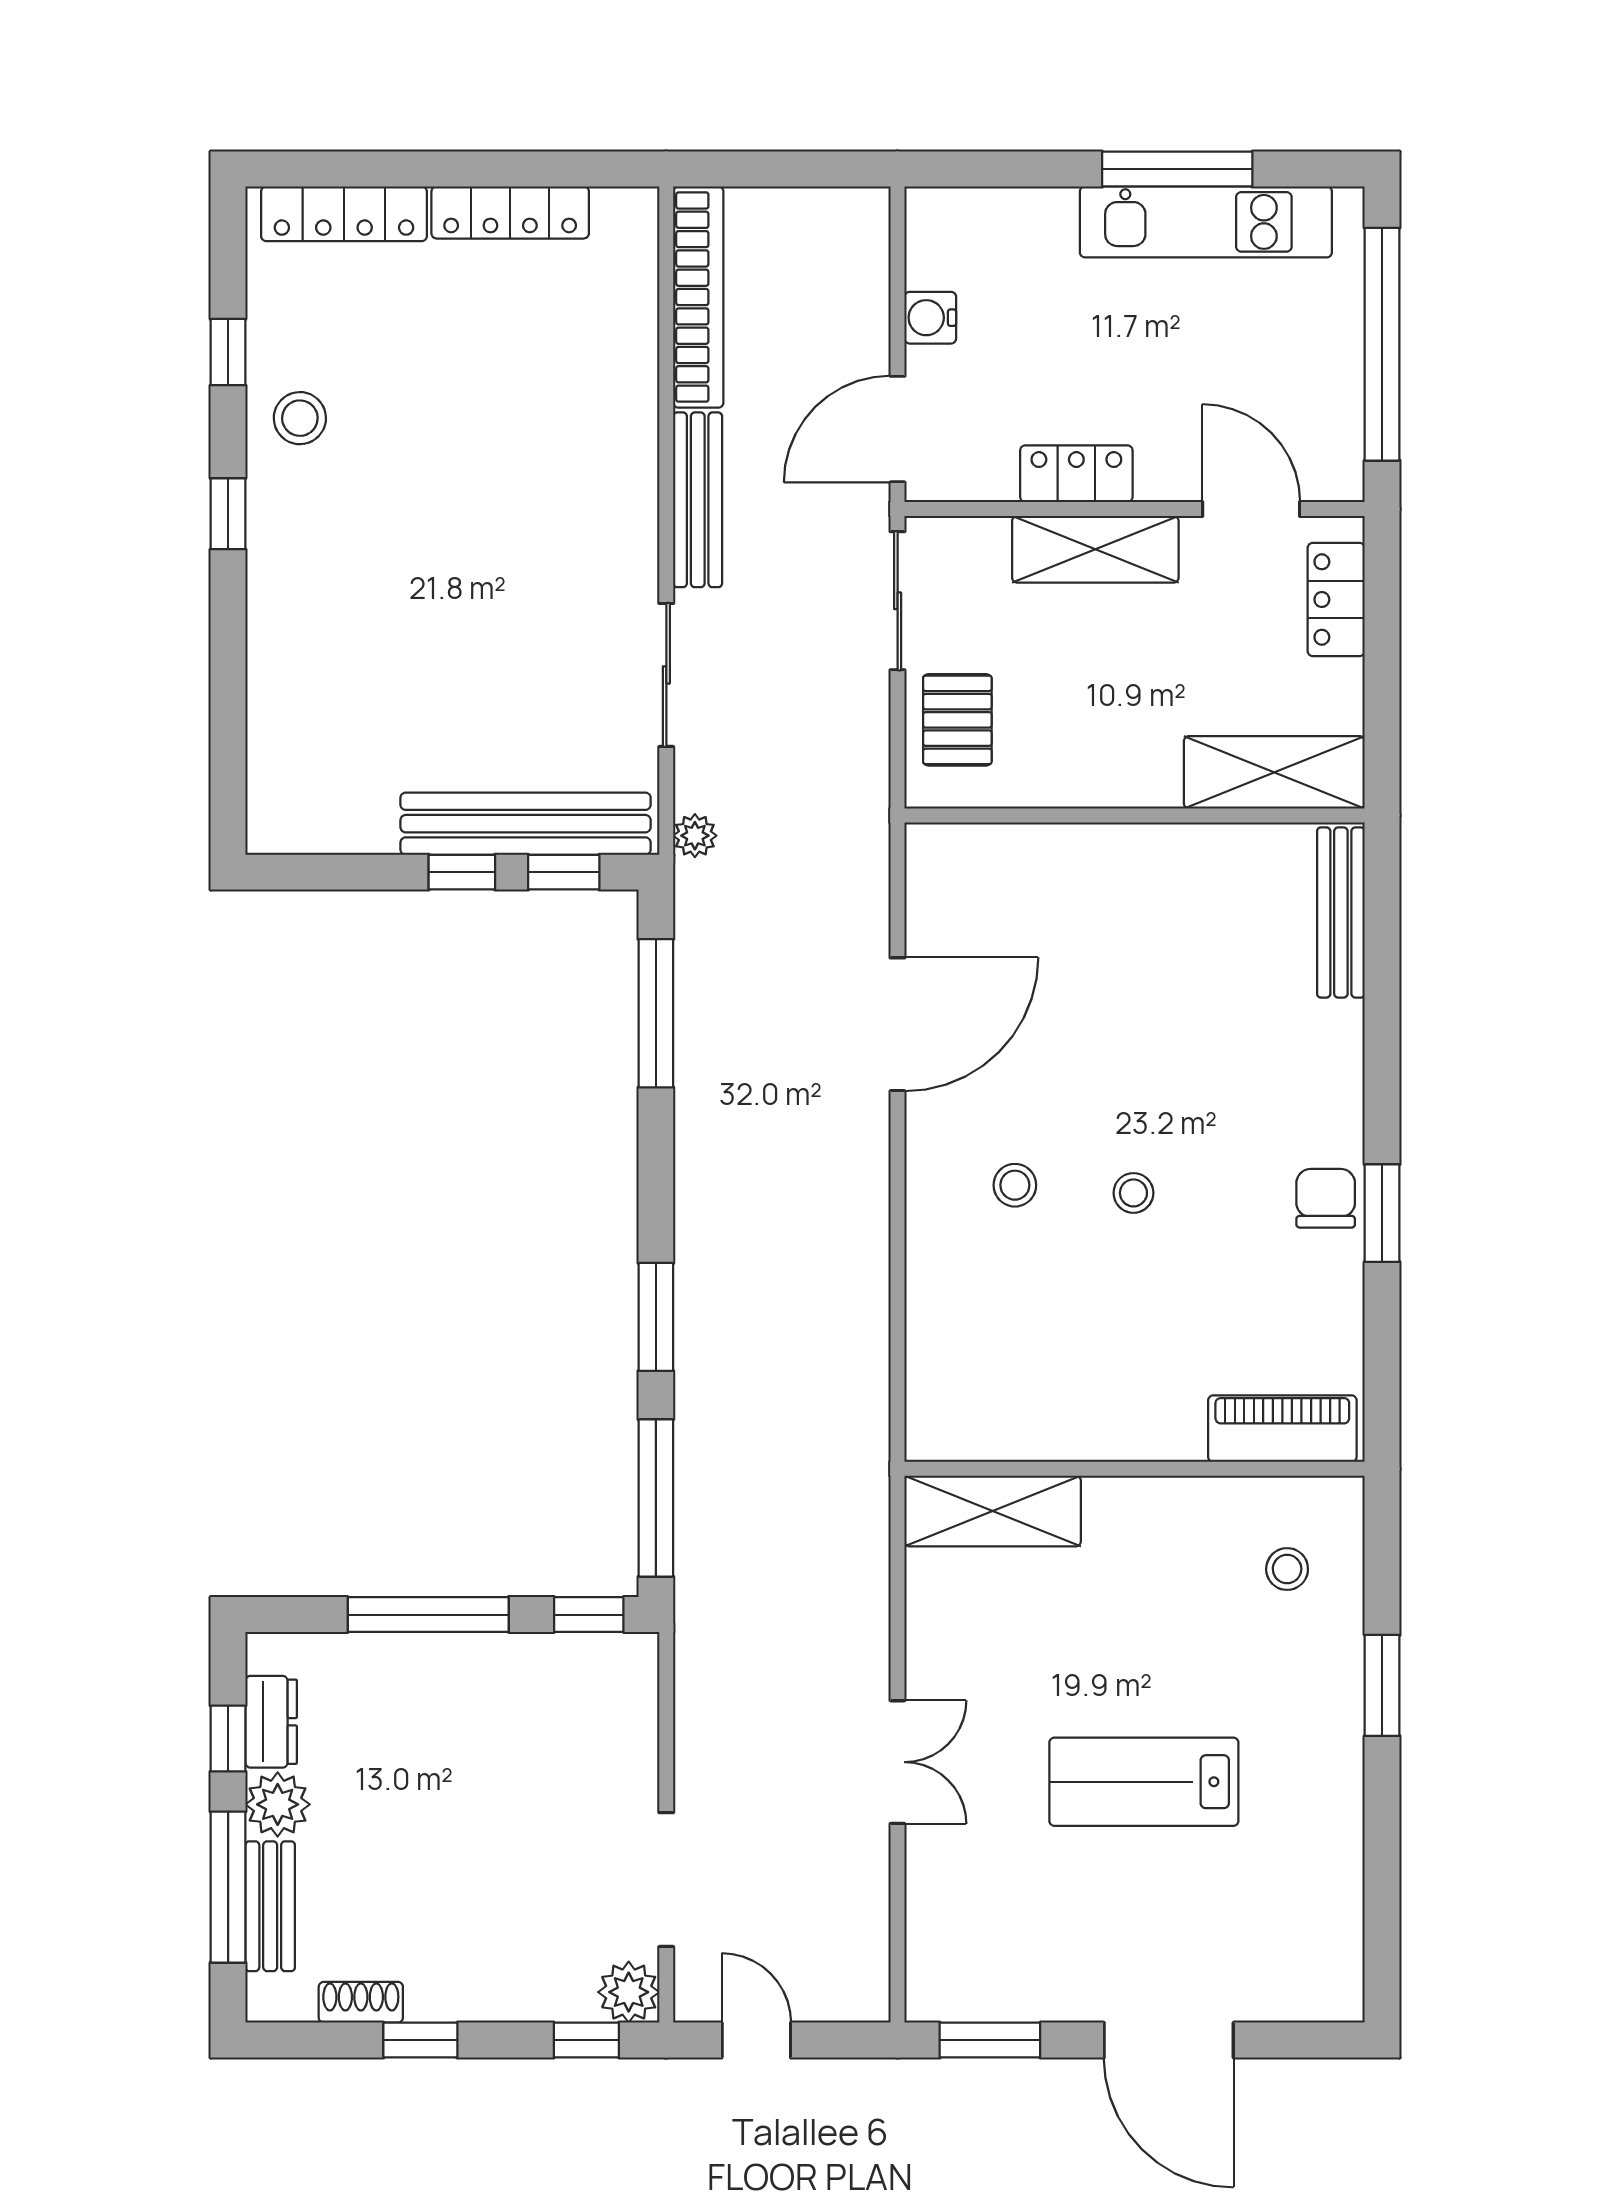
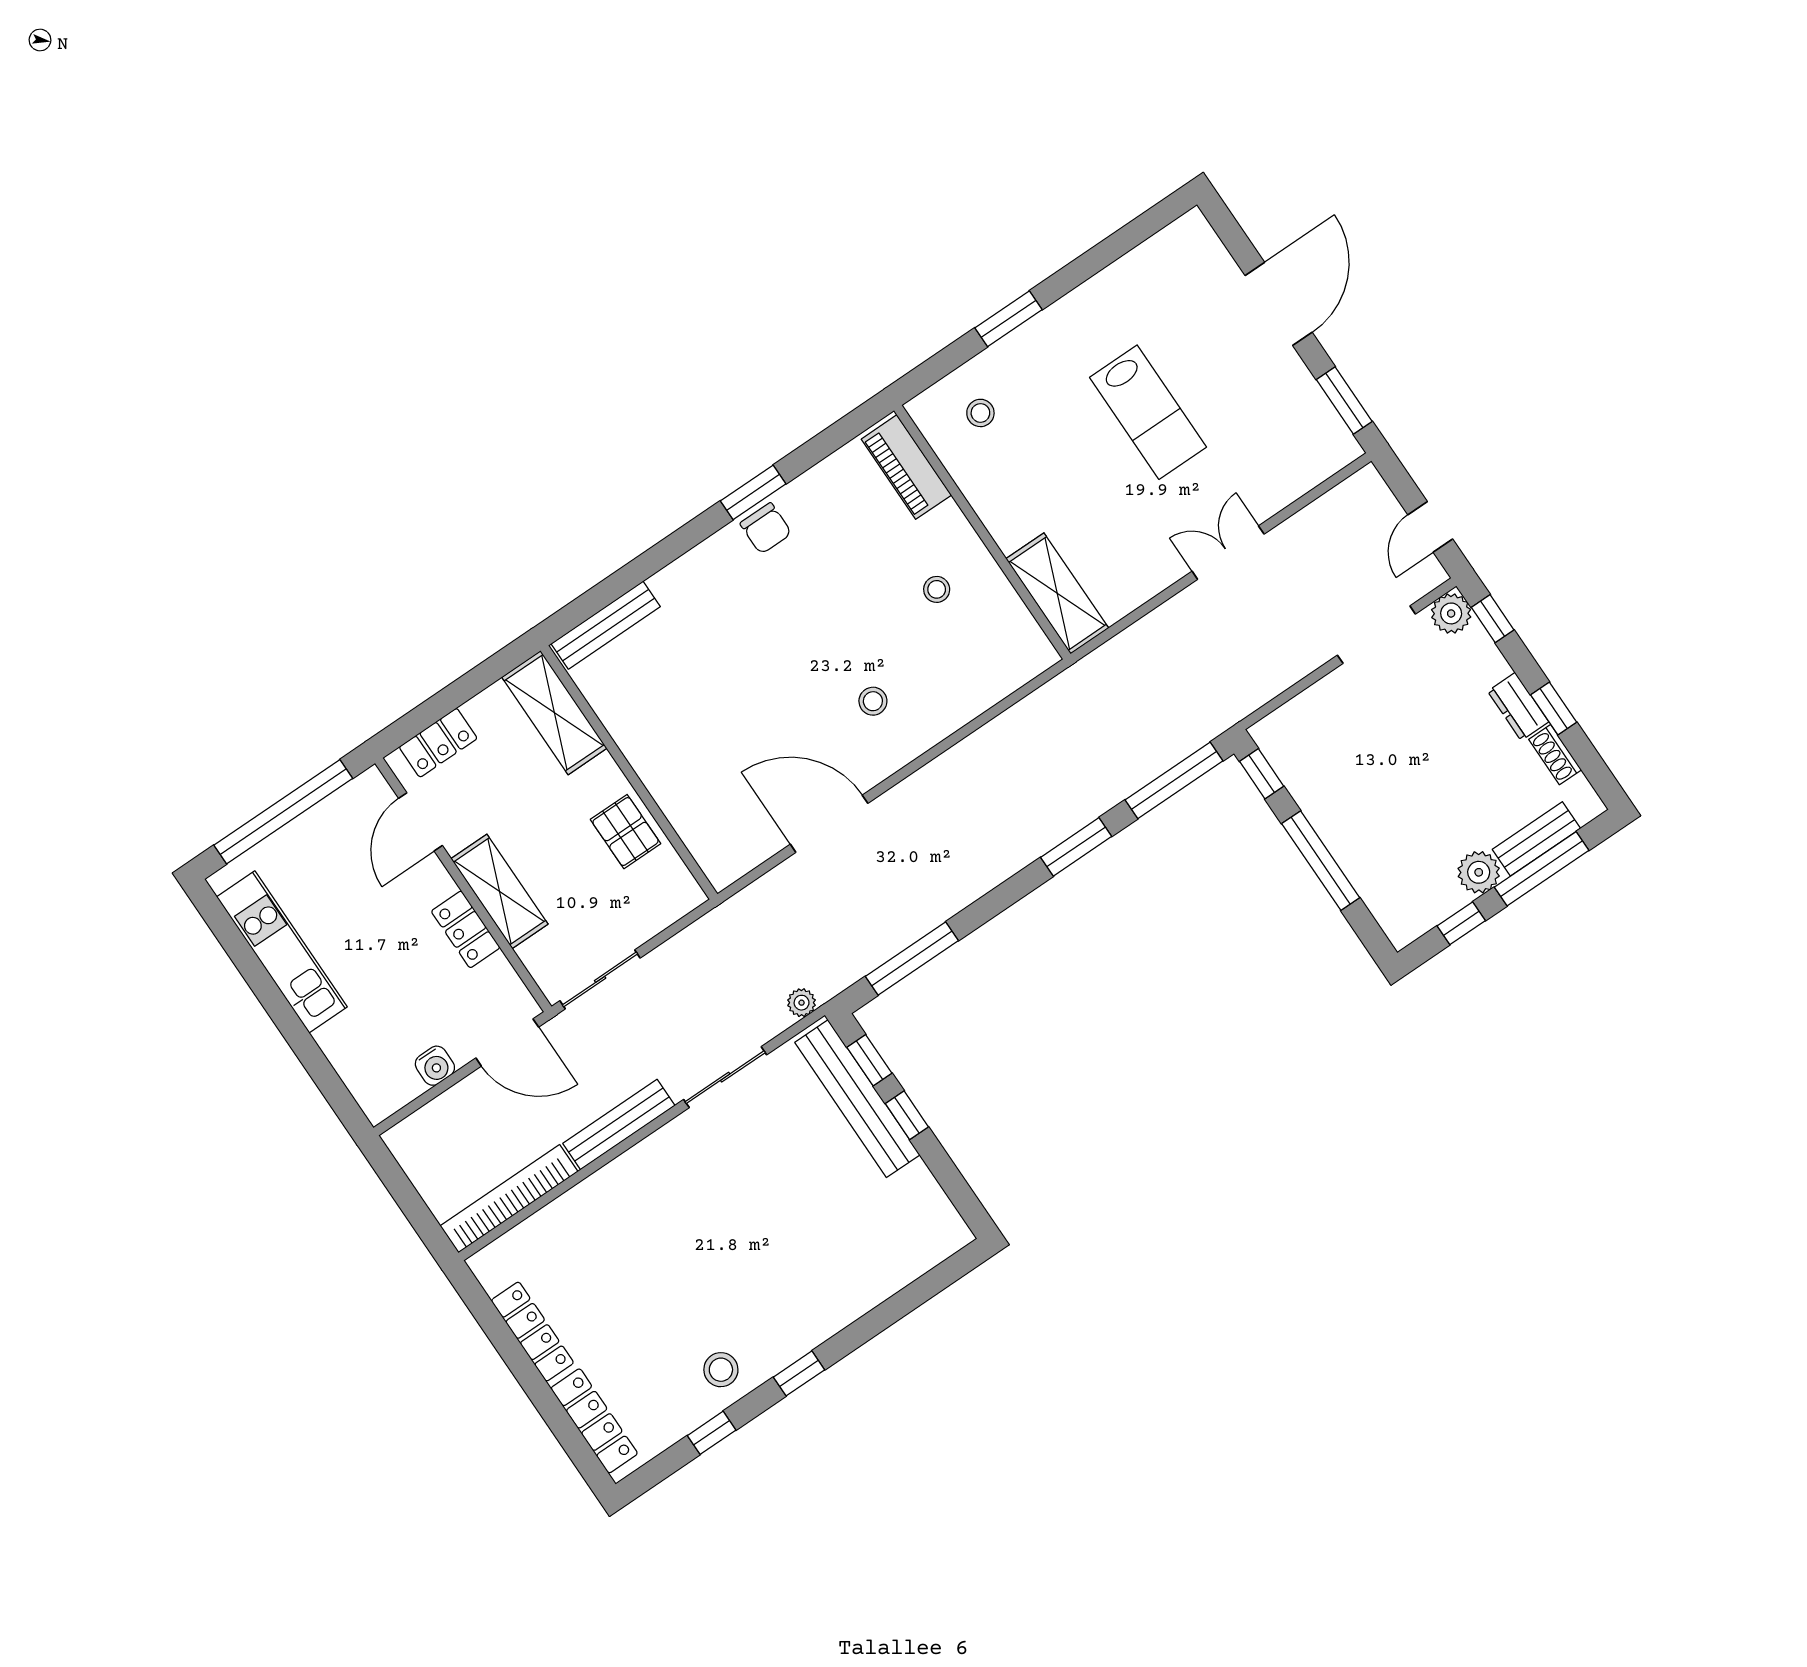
window: (1177, 169) -> (264, 987), removed
pallet: (957, 720) -> (626, 832), moved, turned 90
stool: (1133, 1193) -> (937, 589), moved
chair: (1326, 1198) -> (766, 528), turned -90
dresser: (271, 1722) -> (1518, 706), moved, turned -90

